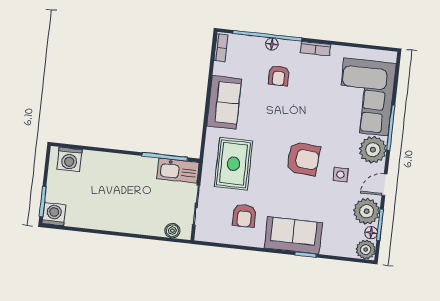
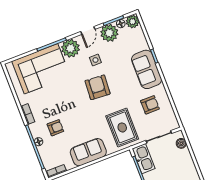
rug: (234, 164) -> (122, 127), turned 90
door: (384, 185) -> (88, 30), hinge flipped

